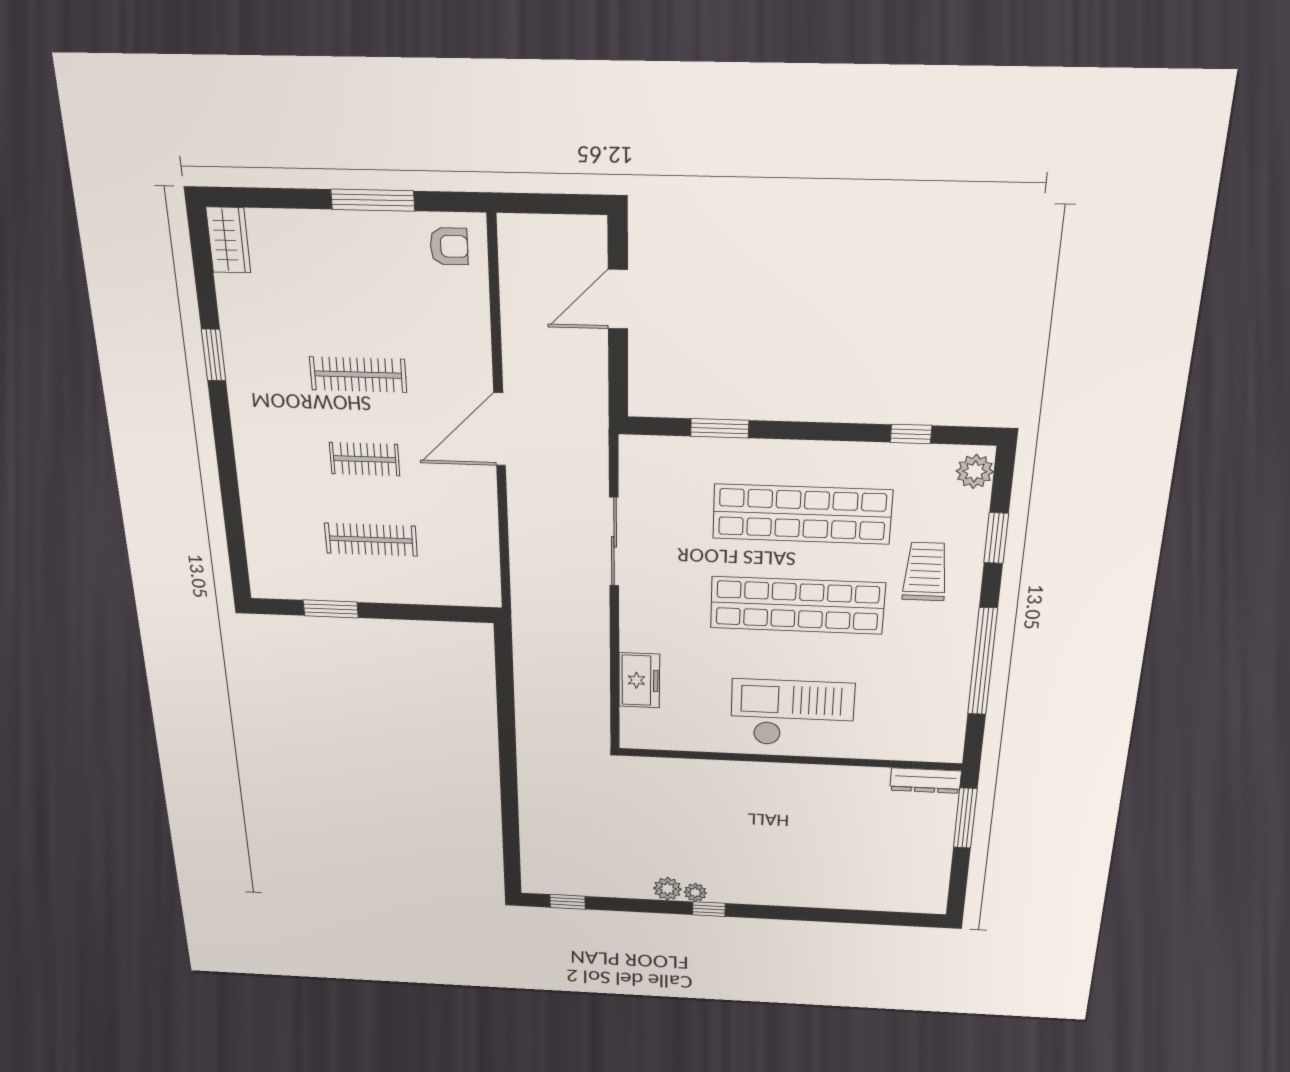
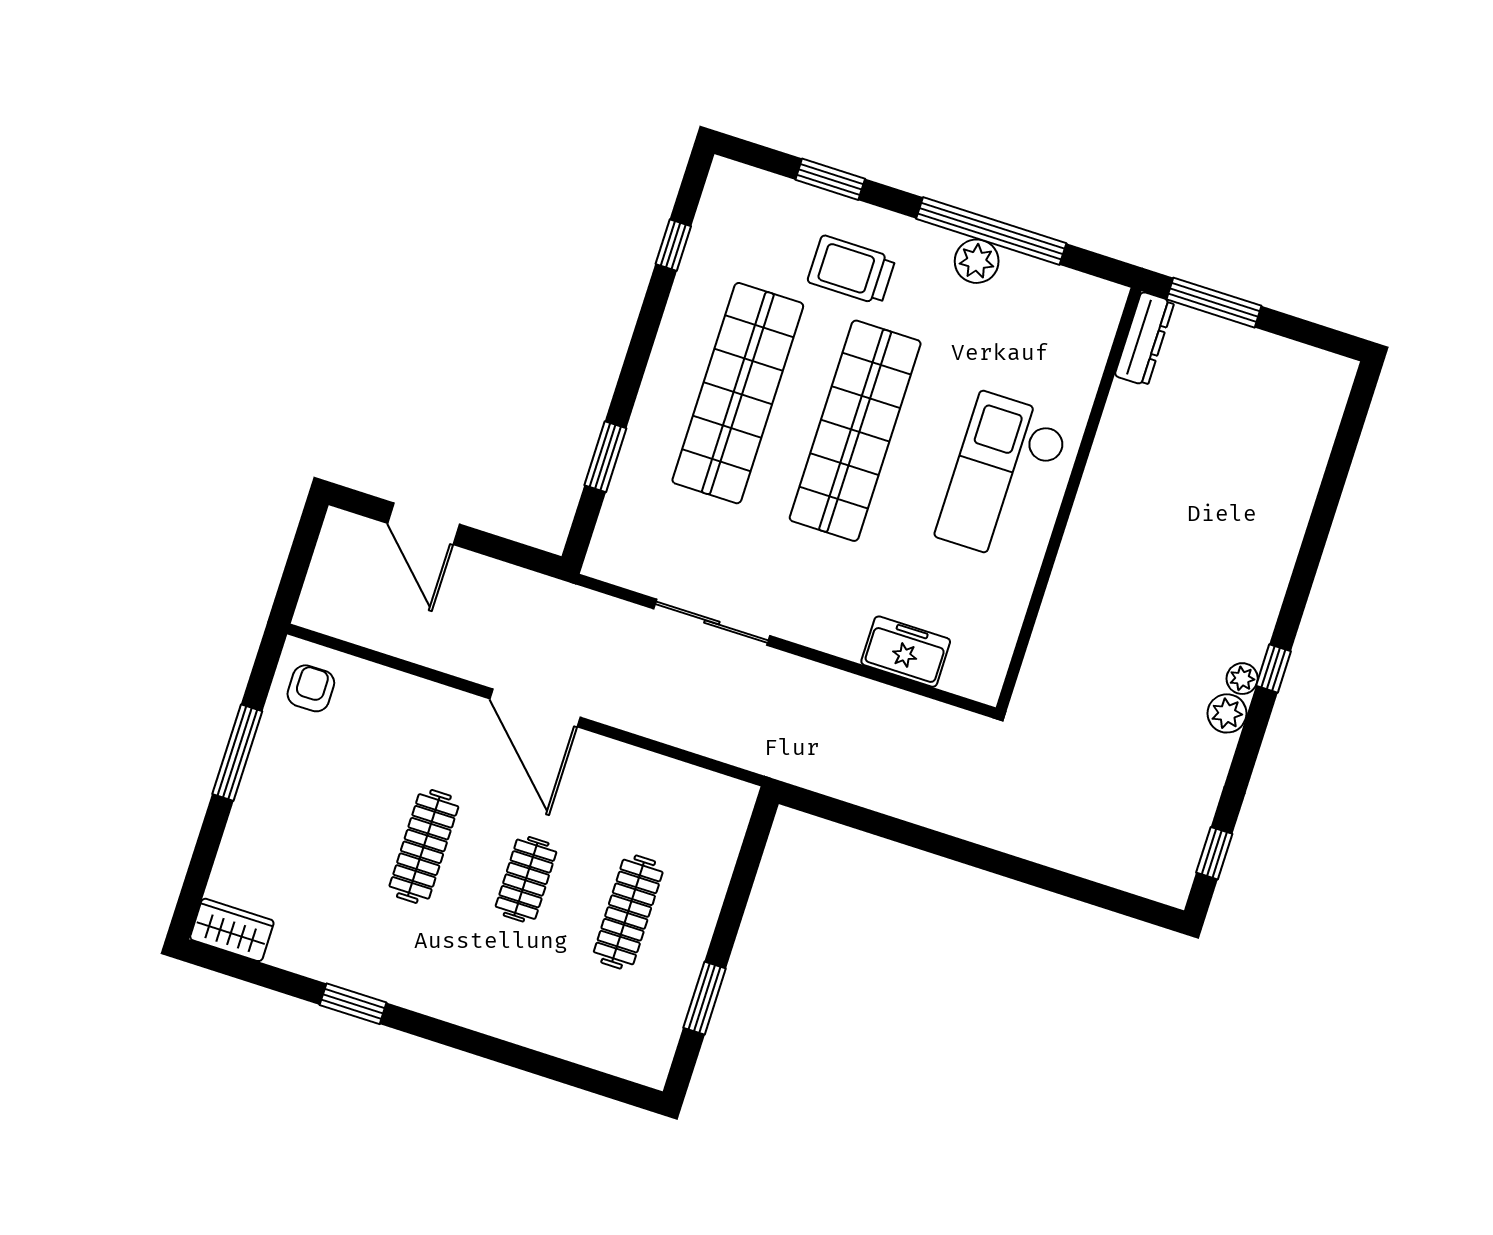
plant: (975, 471) -> (977, 261), moved

